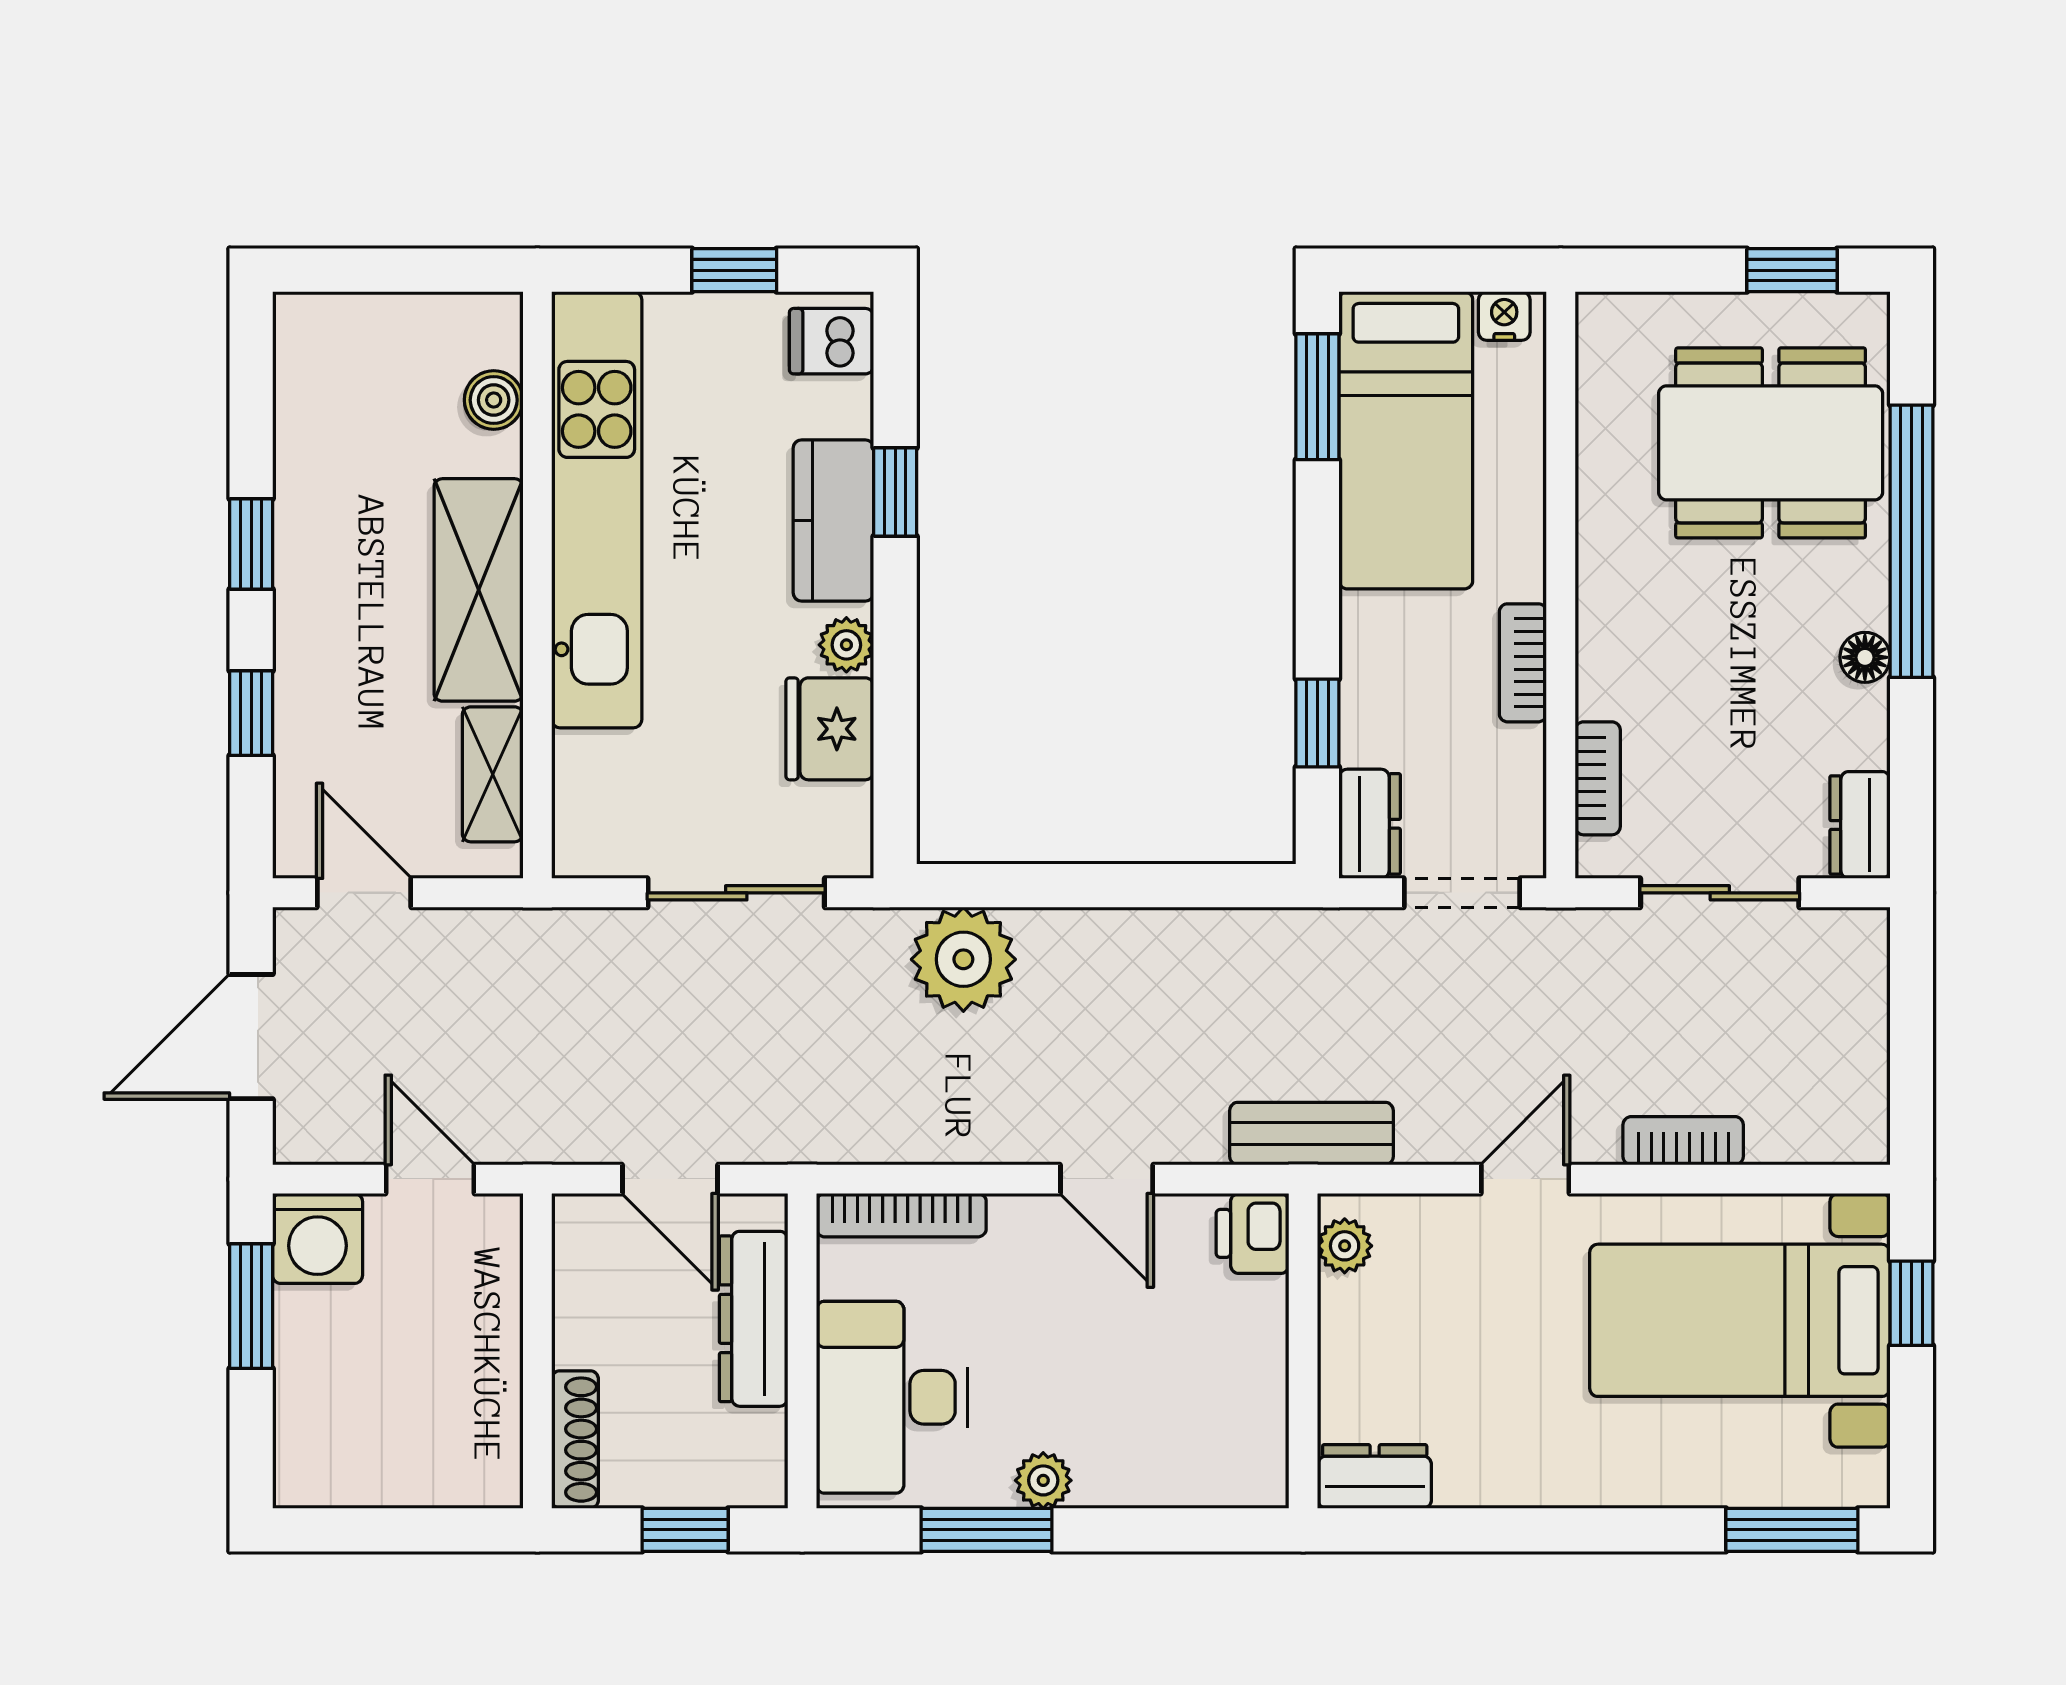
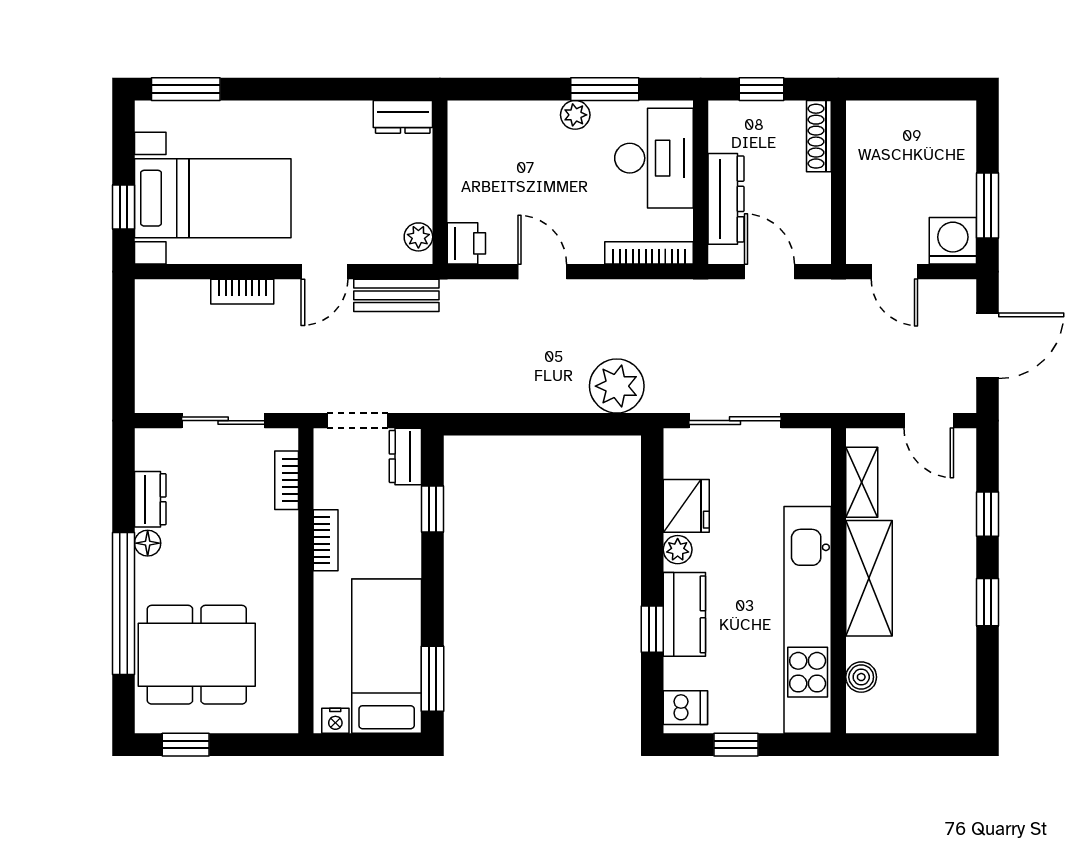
dresser: (1860, 825) -> (150, 499), moved
bench: (1311, 1134) -> (396, 295), moved

